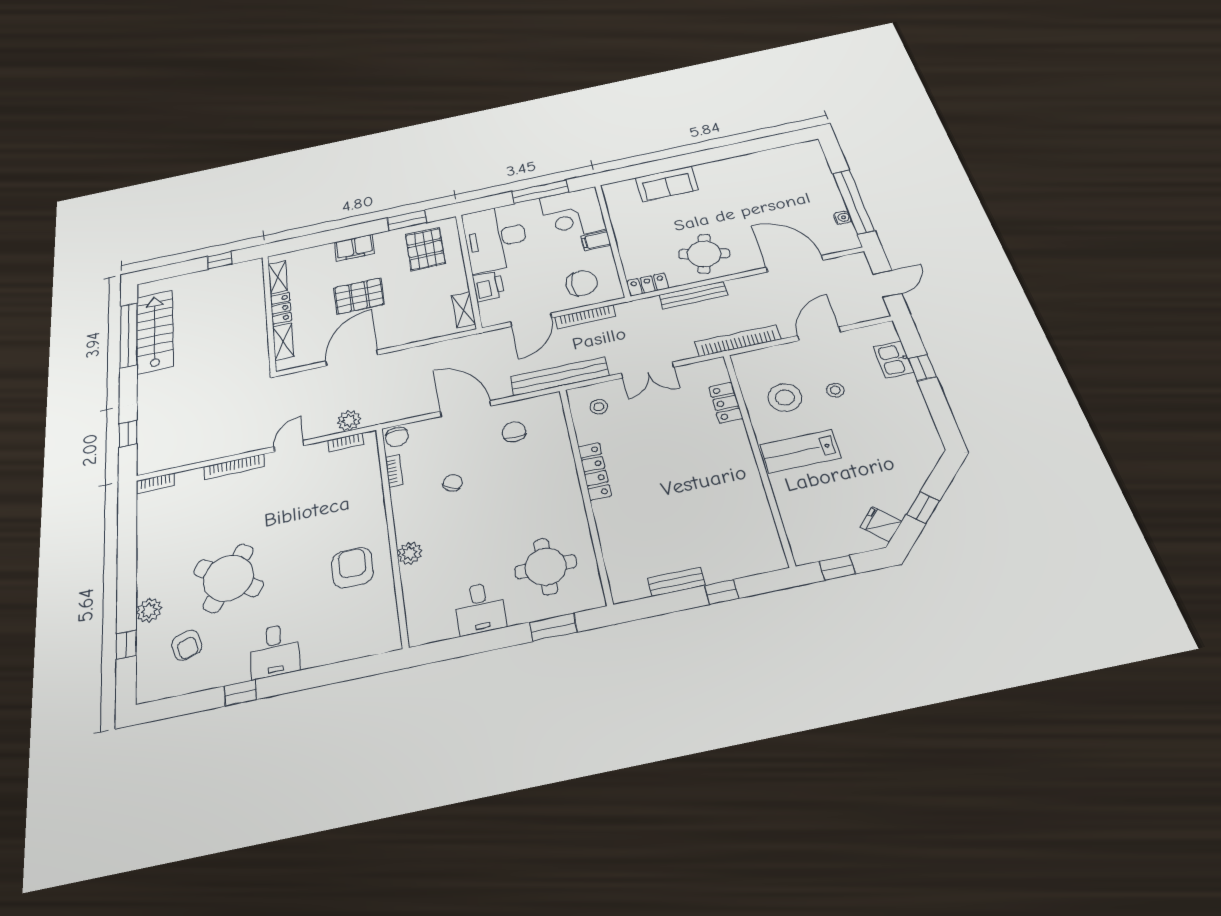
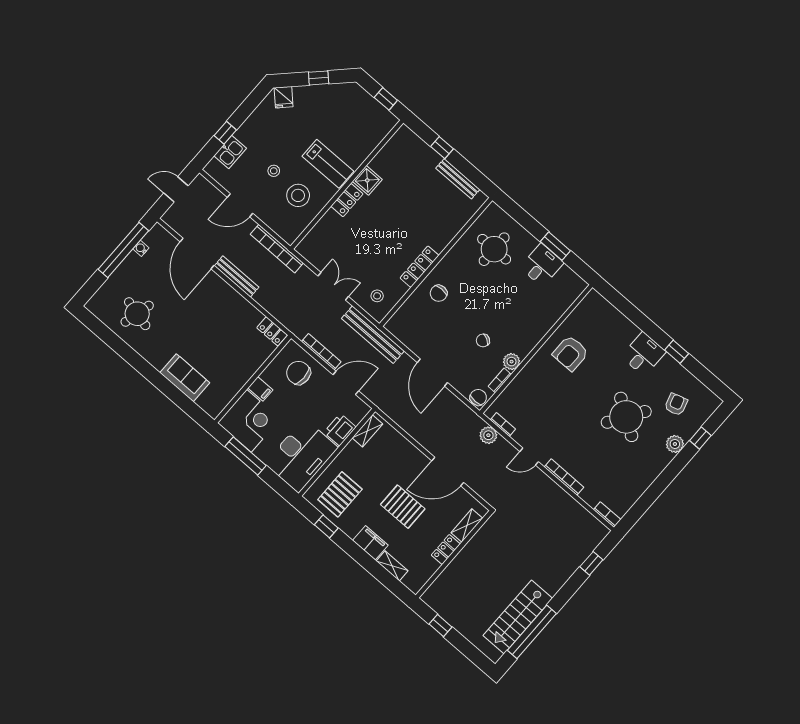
window: (407, 220) -> (326, 526), width x0.67
round table: (704, 254) -> (137, 314), moved
shelving: (278, 277) -> (392, 566), moved, turned 90
bench: (693, 295) -> (237, 277), moved
locker: (726, 403) -> (347, 200), moved
chair: (514, 432) -> (439, 293), moved
shower: (746, 481) -> (367, 180), added
fridge: (881, 524) -> (284, 97), moved
plant: (410, 553) -> (512, 362), moved
bench: (676, 582) -> (458, 179), width x1.36
window: (553, 627) -> (555, 246), moved

